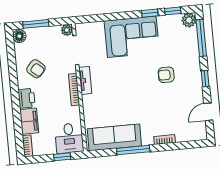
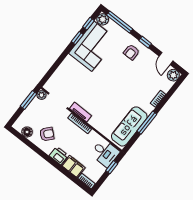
window: (36, 24) -> (29, 100), moved
floor lamp: (19, 36) -> (27, 132), moved
corner sofa: (132, 37) -> (93, 46), moved
armchair: (166, 75) -> (131, 52), moved
plant: (199, 133) -> (173, 75), added

